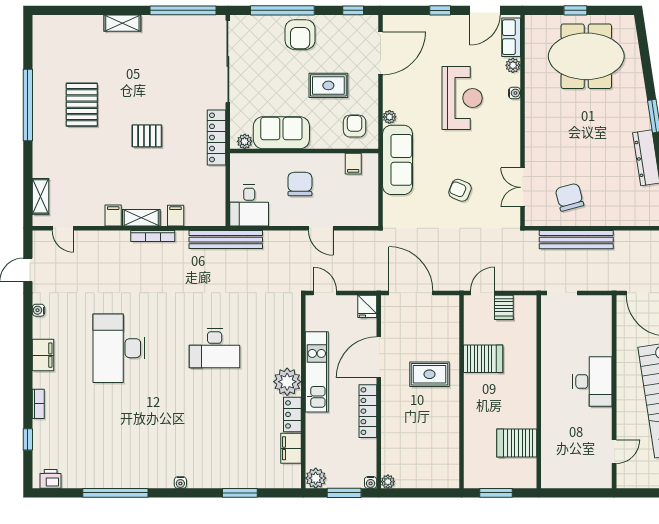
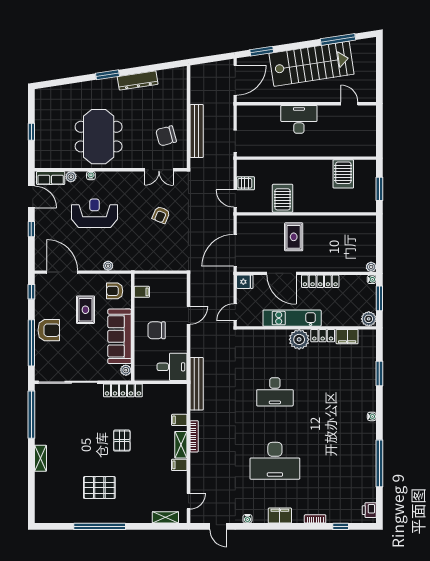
meeting table: (586, 56) -> (99, 137), moved
sofa: (281, 133) -> (120, 336), width x1.36
sofa: (398, 160) -> (139, 260), removed
desk: (215, 348) -> (275, 392), turned 90

